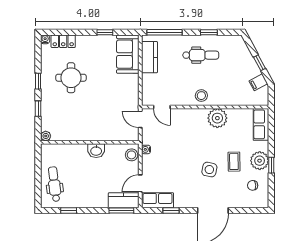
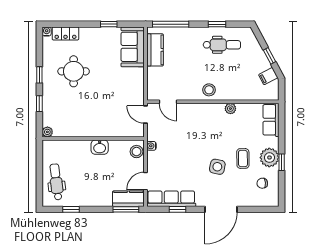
dental chair: (201, 55) -> (222, 45), moved
plant: (217, 118) -> (230, 109), width x0.53, depth x0.53
row of seats: (157, 200) -> (171, 199), width x1.48

